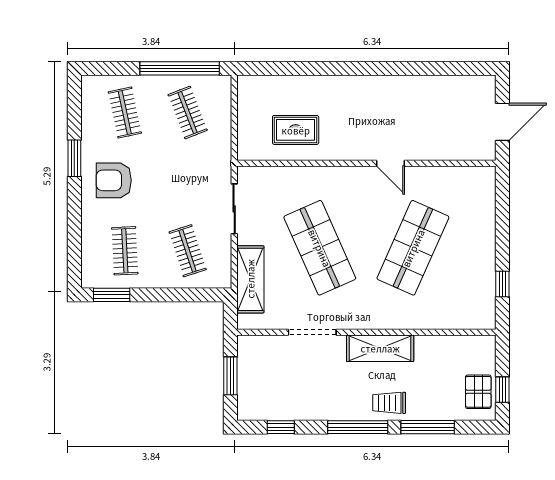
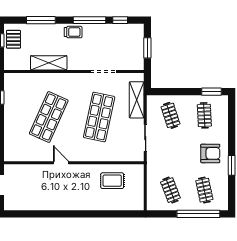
window: (180, 68) -> (198, 214), moved
shop shelf: (320, 248) -> (99, 117), turned 36
shelving: (380, 348) -> (49, 63), moved
trolley: (389, 403) -> (73, 32), moved
window: (358, 427) -> (90, 20), moved

